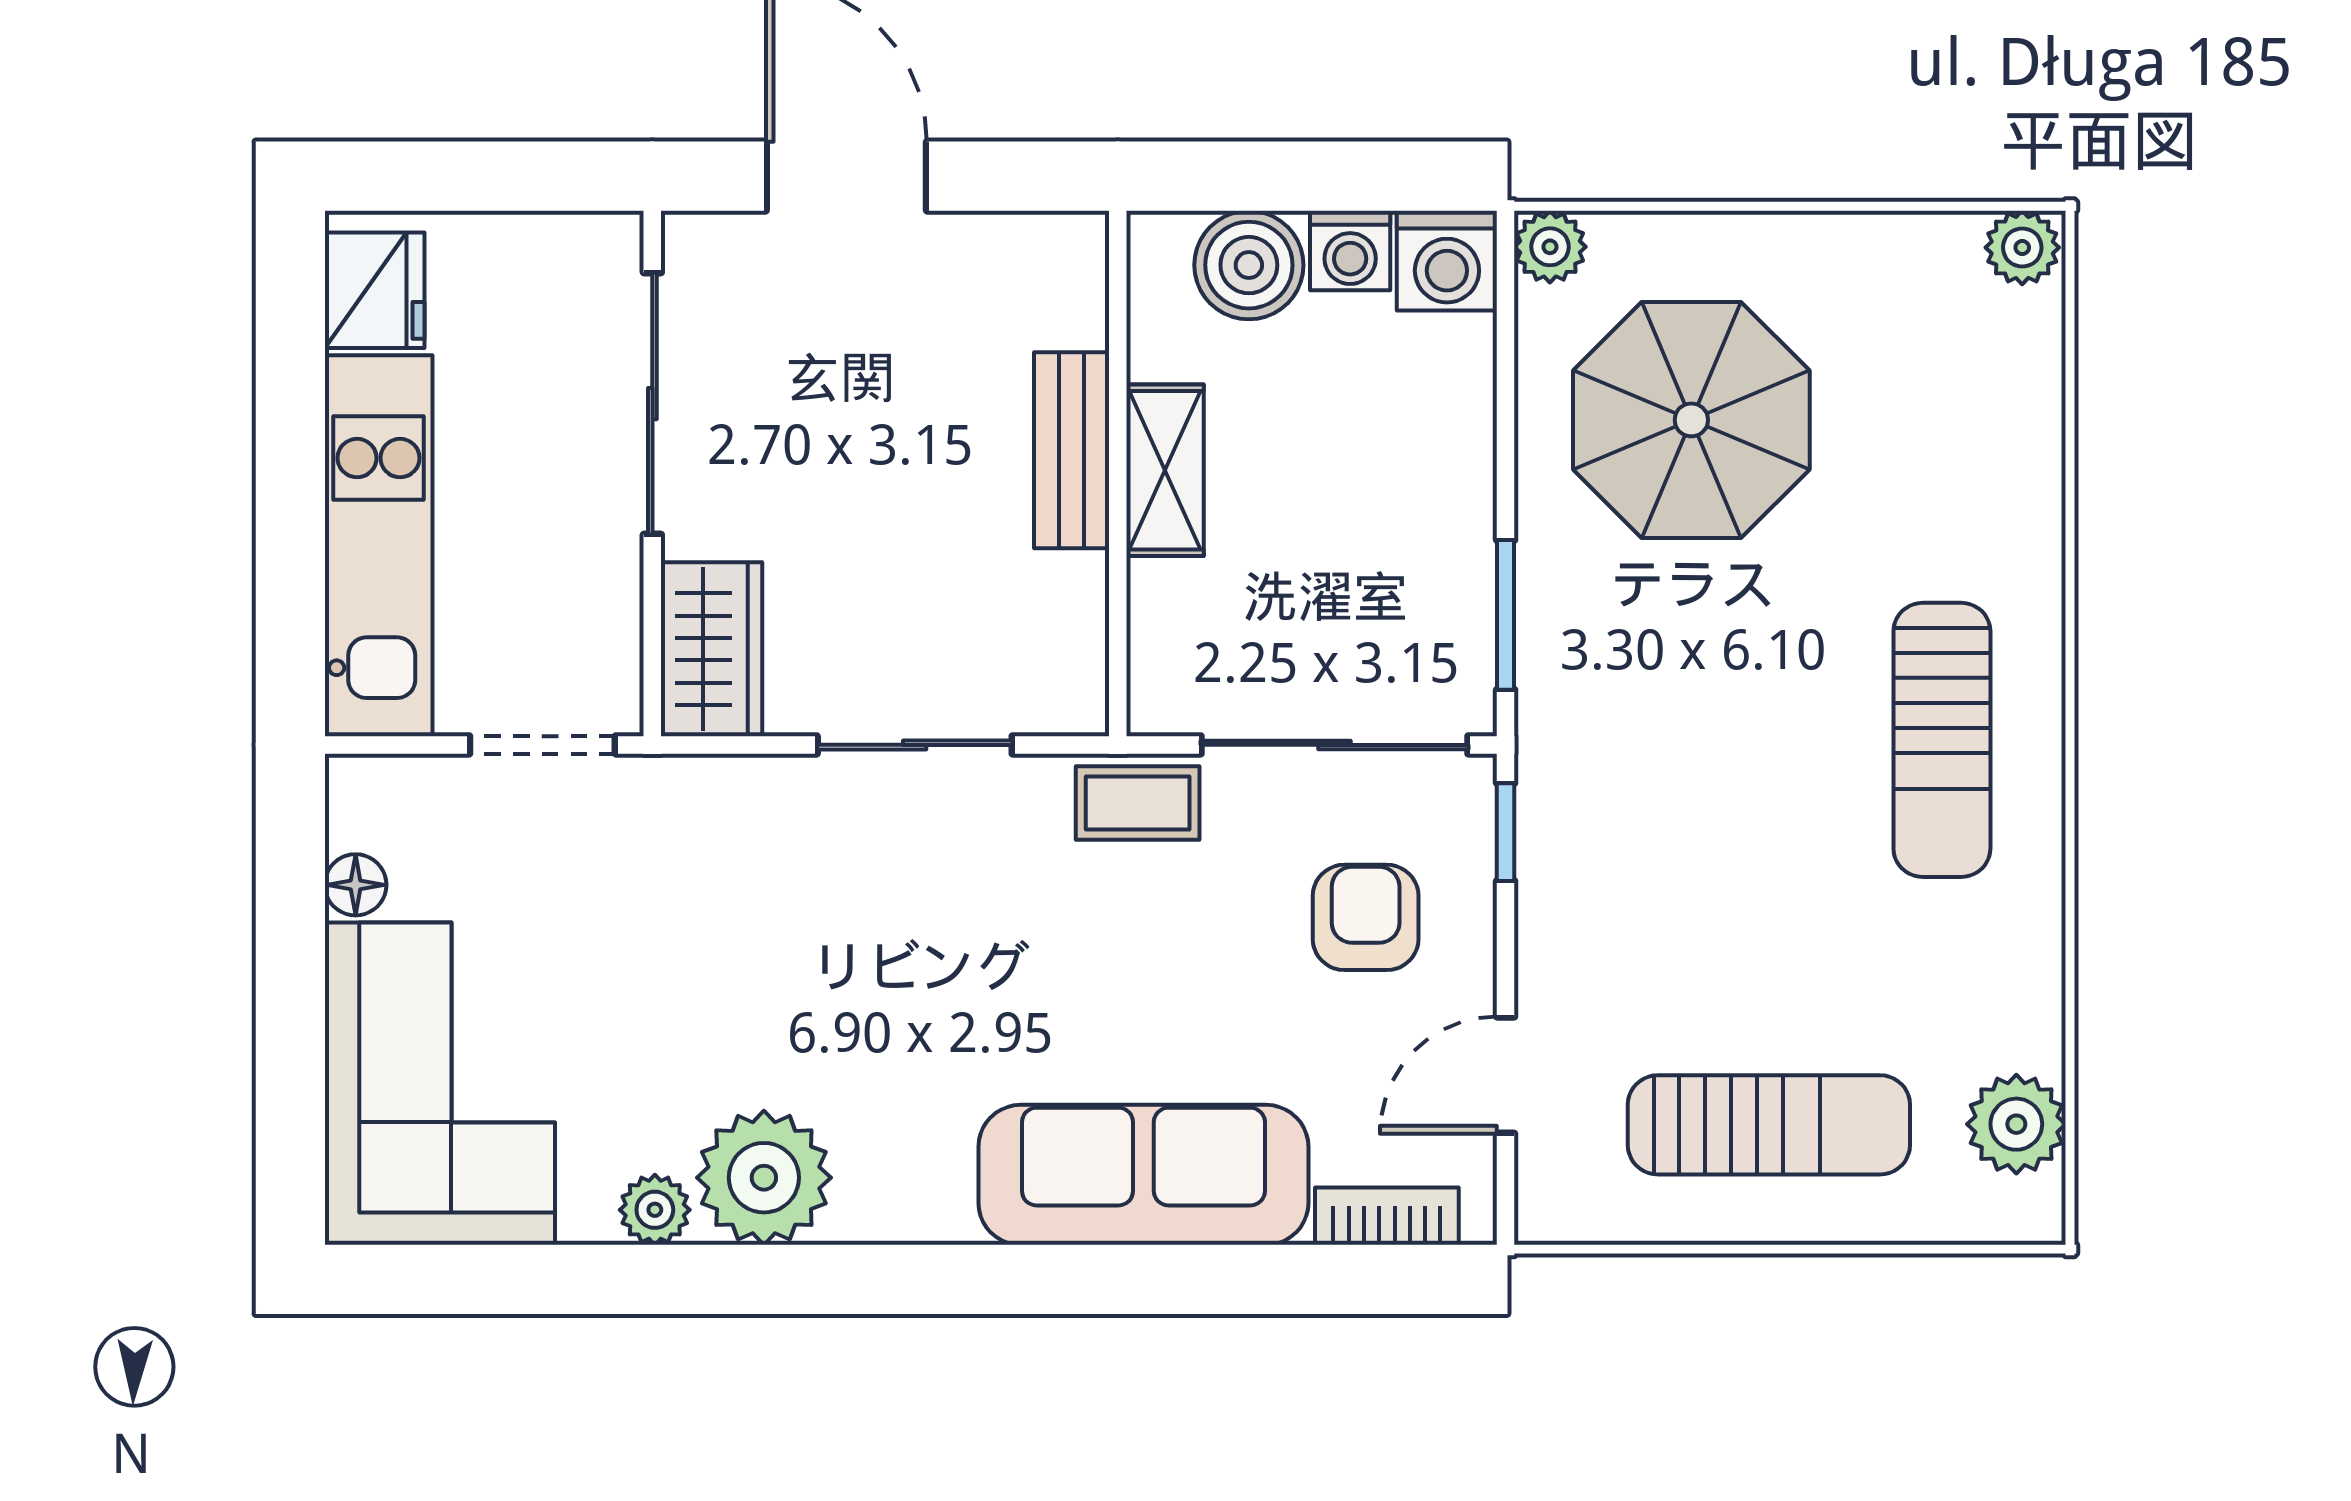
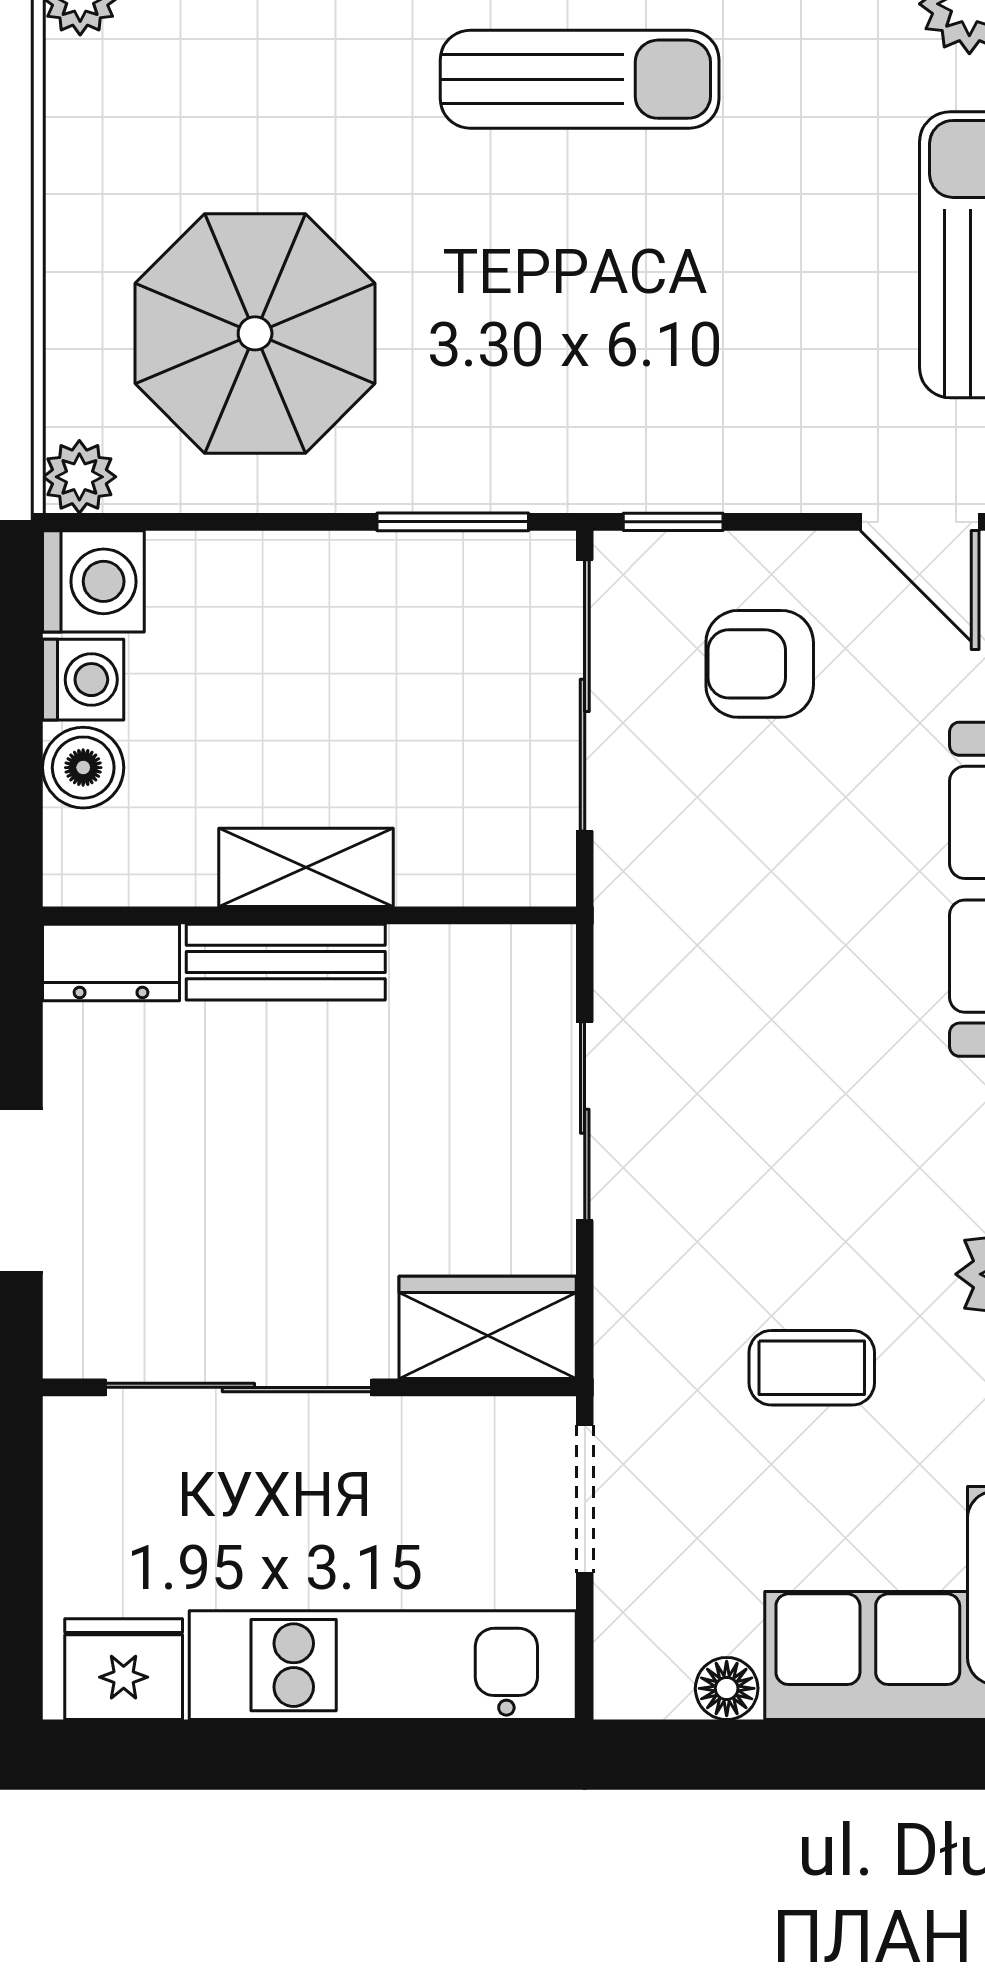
boiler: (1249, 265) -> (83, 768), width x0.73, depth x0.73
dresser: (1071, 278) -> (111, 962), added
coffee table: (1138, 803) -> (812, 1368), moved, turned 90

